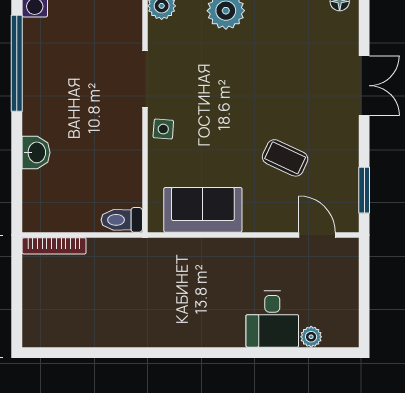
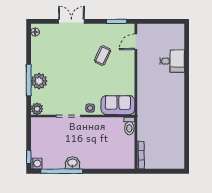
washbasin: (36, 152) -> (72, 163), moved
sofa: (203, 210) -> (118, 105), moved, turned 90
plant: (311, 337) -> (180, 44), removed

